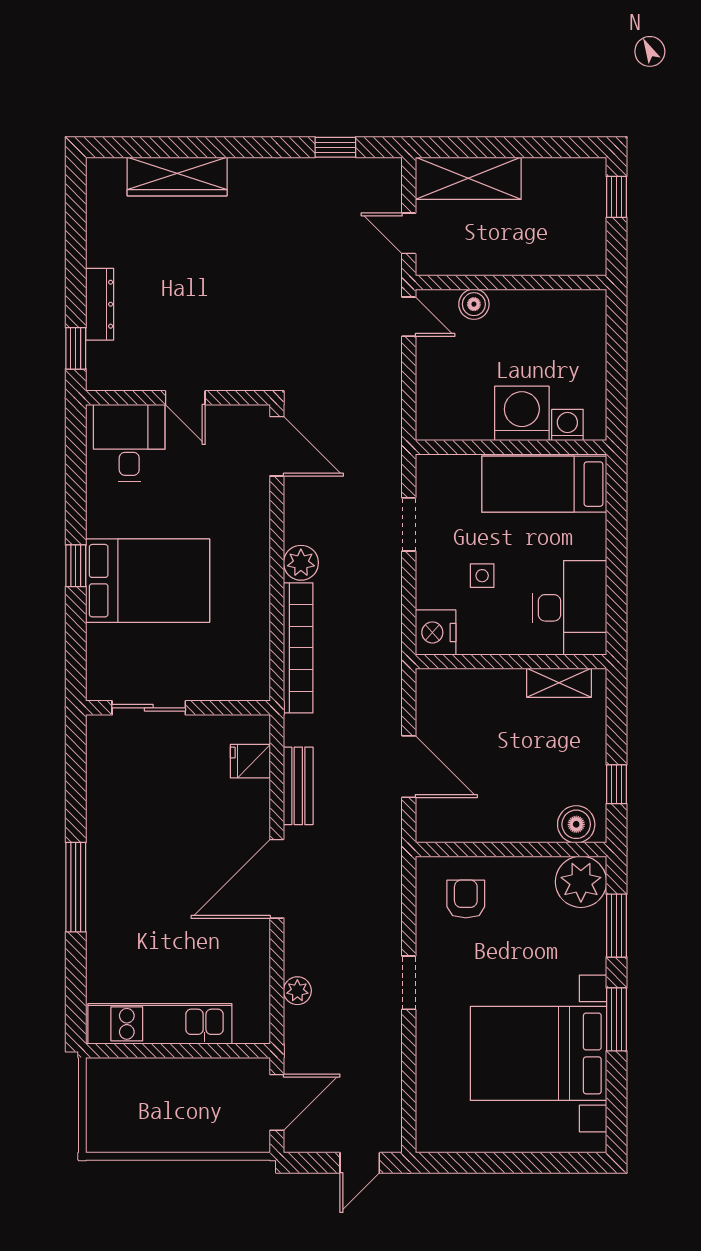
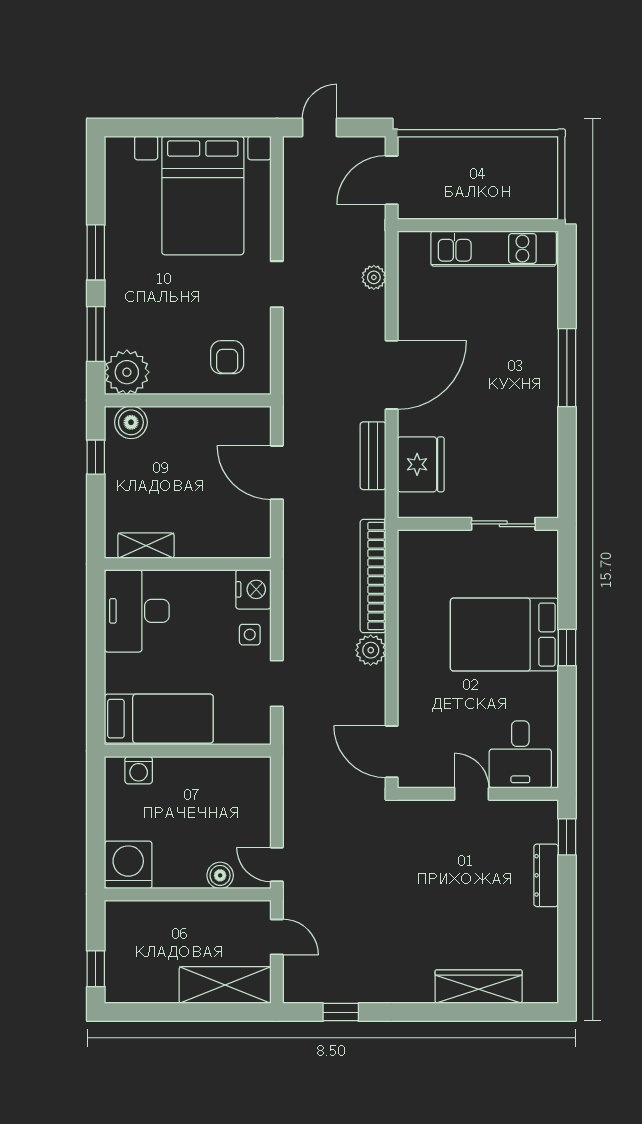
washing machine: (522, 413) -> (128, 865), moved, turned 180
side table: (482, 576) -> (250, 635), moved
fridge: (250, 761) -> (421, 464), width x1.88, depth x1.34
bed with nightstands: (538, 1053) -> (203, 195), moved, turned 90

